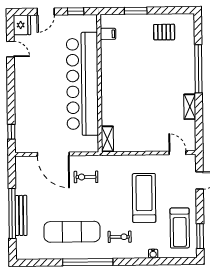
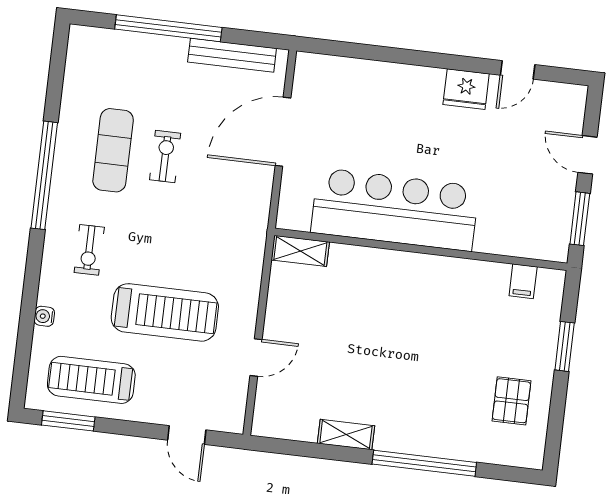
window: (76, 11) -> (580, 219), width x1.50
fridge: (22, 25) -> (466, 89), moved
bar counter: (82, 84) -> (395, 210), width x0.73
window: (11, 132) -> (342, 49), removed
door: (178, 153) -> (256, 358), moved
exercise bike: (86, 177) -> (165, 157), moved
bench: (21, 215) -> (232, 55), moved
exercise mat: (72, 232) -> (113, 150), width x0.73, depth x0.69

